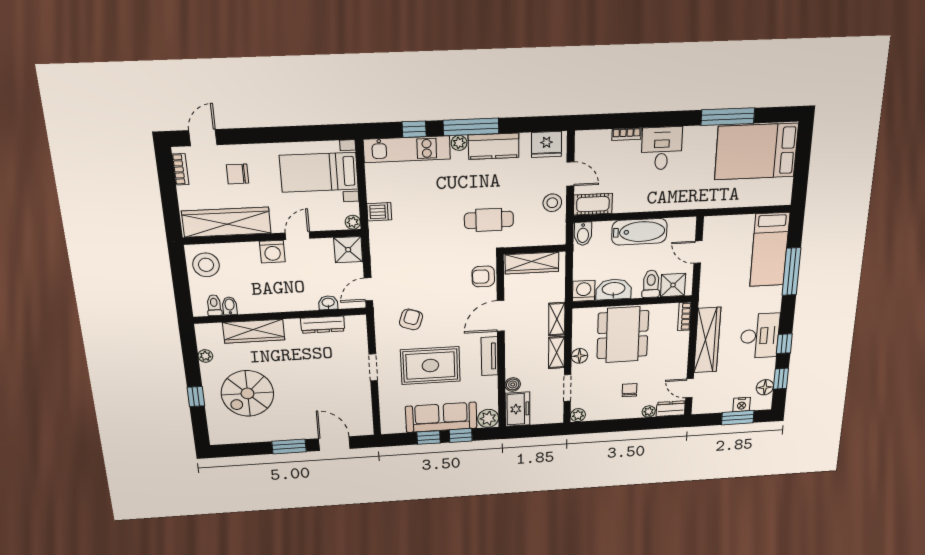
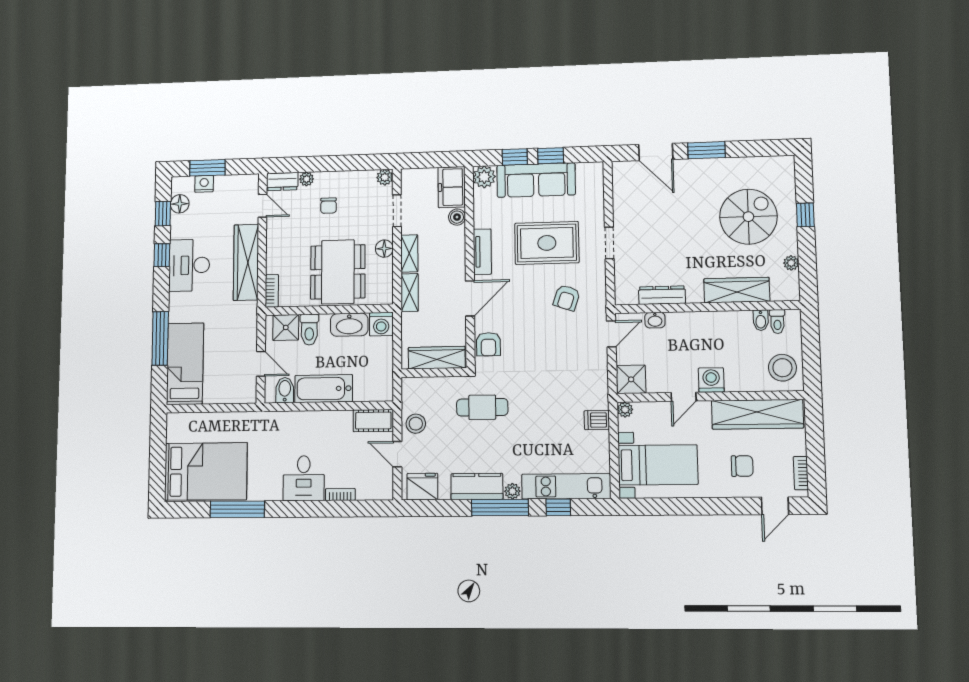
bidet: (583, 234) -> (285, 390), moved
armchair: (483, 276) -> (488, 344), turned 90

